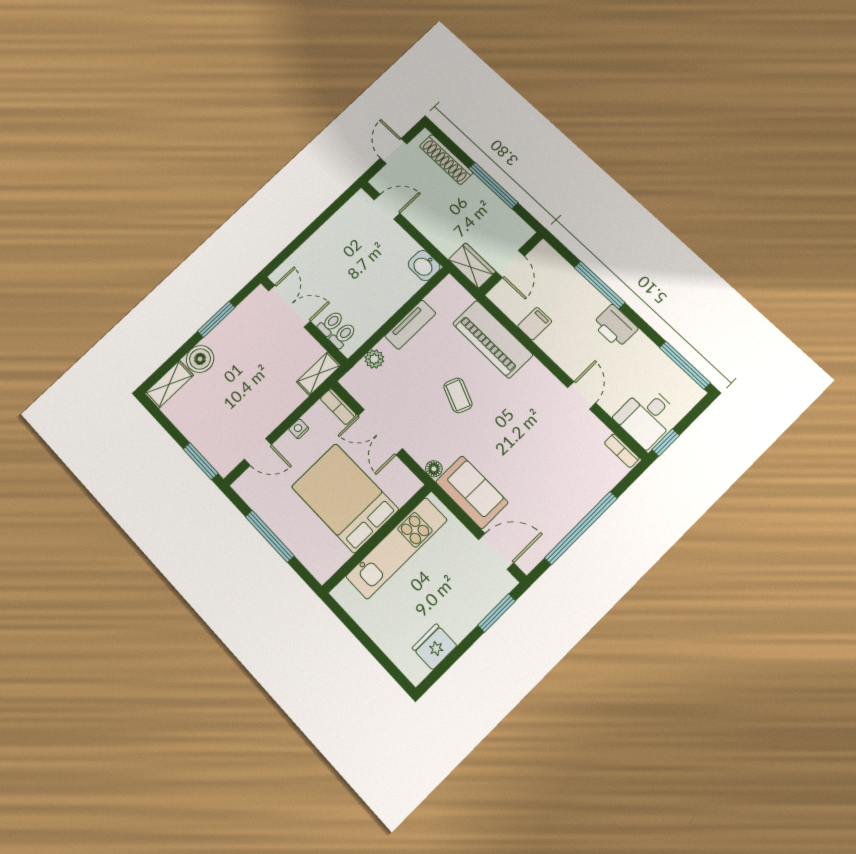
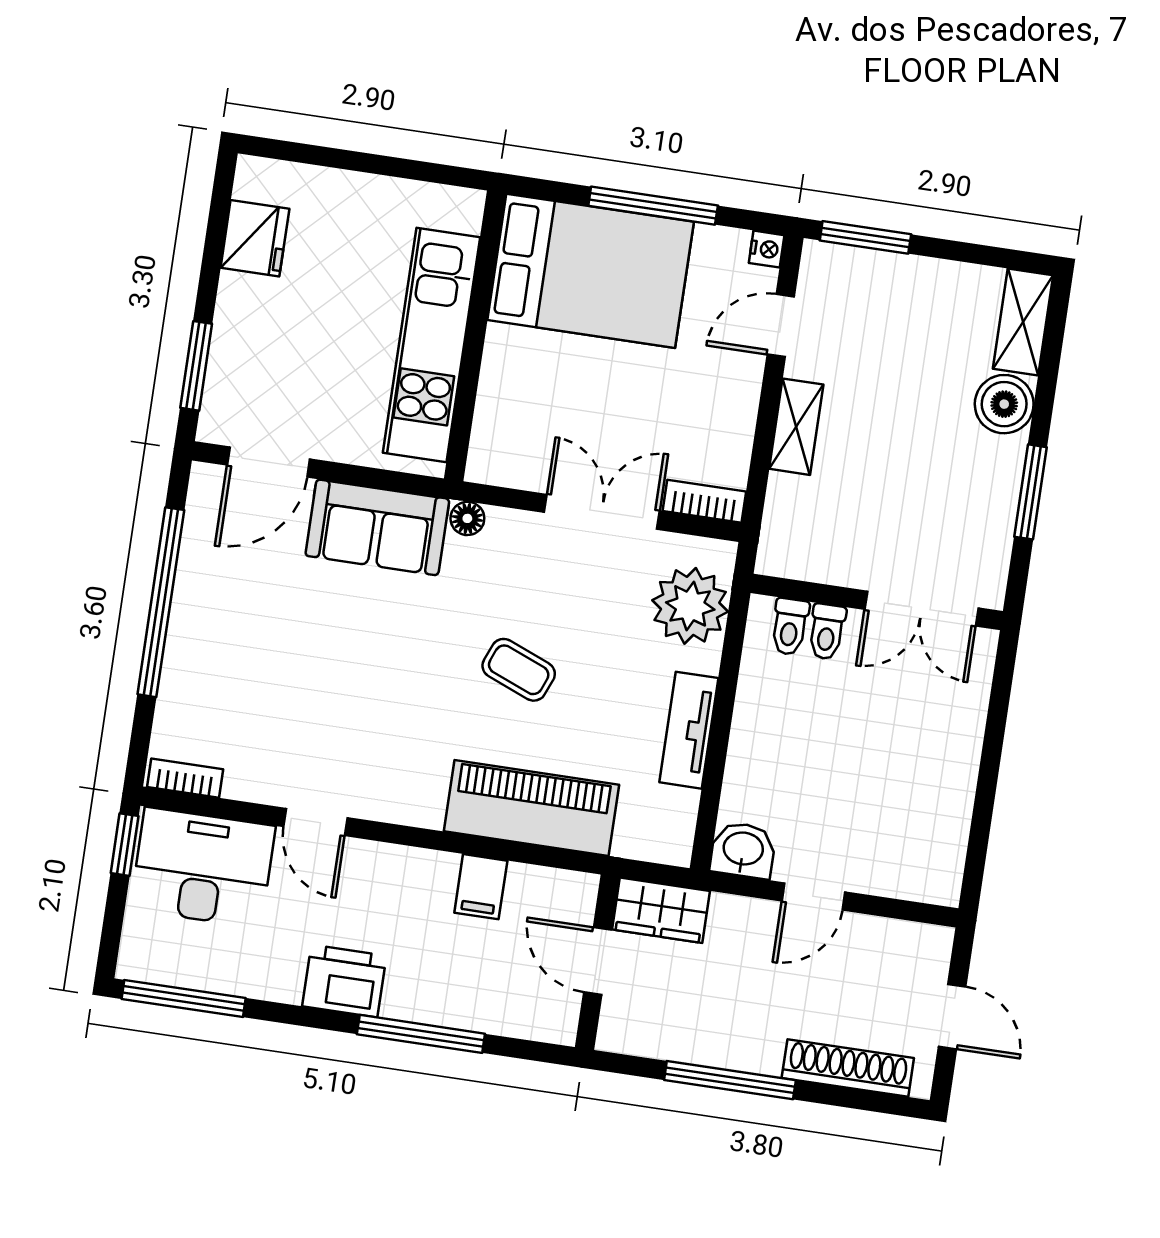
door: (387, 207) -> (813, 896), moved
plant: (374, 359) -> (690, 606), width x1.87, depth x1.87
shelving: (319, 374) -> (796, 427), moved
desk: (647, 417) -> (203, 868), width x1.37
nightstand: (299, 429) -> (767, 249), moved
bed: (345, 498) -> (591, 271), moved

